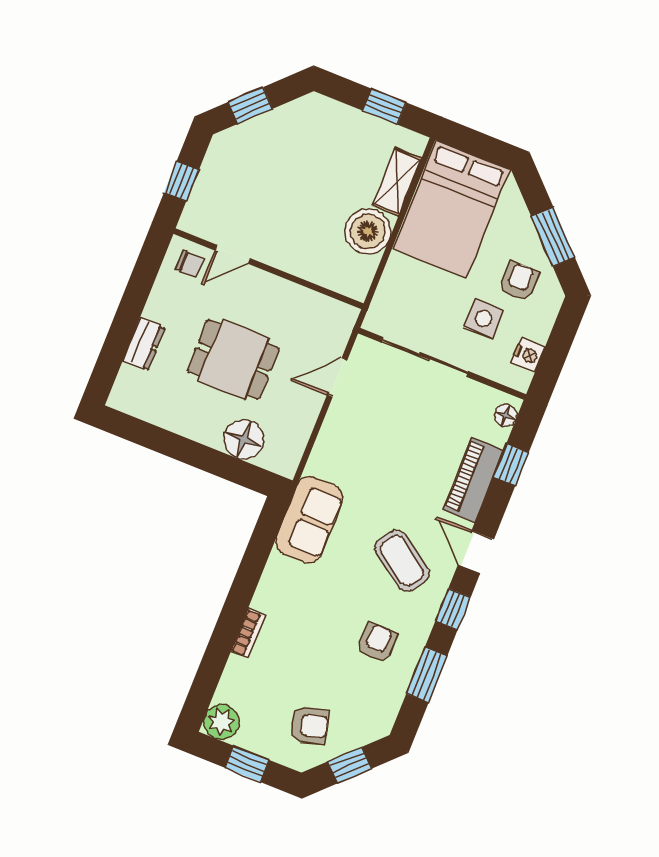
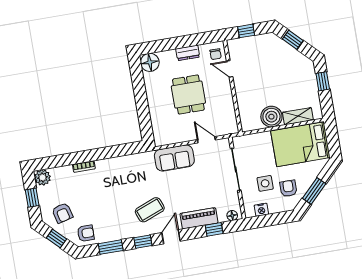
window: (384, 107) -> (323, 81), moved
armchair: (519, 281) -> (288, 188), turned -90
dresser: (144, 344) -> (188, 53), moved
floor lamp: (244, 440) -> (150, 62), moved
sofa: (309, 520) -> (174, 158), moved
coffee table: (402, 561) -> (150, 210), turned 35
armchair: (377, 643) -> (86, 233), moved

